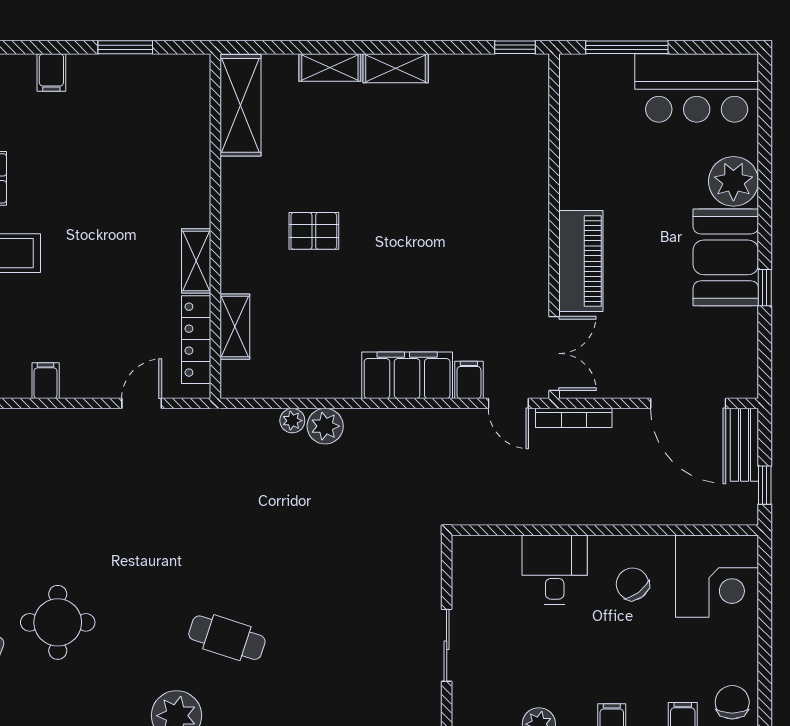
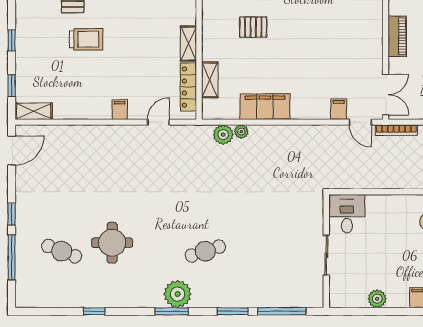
piano: (581, 261) -> (397, 36), width x0.73, depth x0.75
filing cabinet: (407, 375) -> (265, 107), moved
filing cabinet: (46, 381) -> (120, 110), moved
plant: (325, 426) -> (223, 135), moved
desk: (555, 570) -> (347, 214), moved
cafe table: (227, 638) -> (205, 251), turned -36

